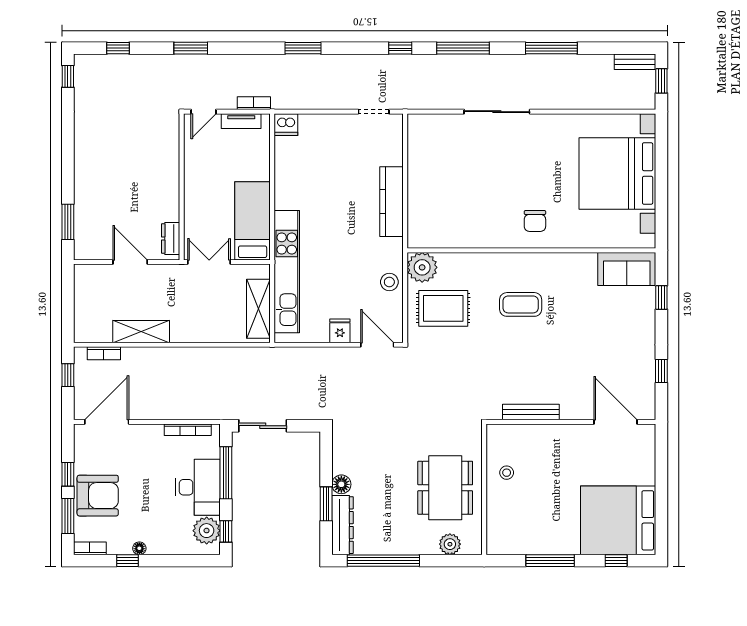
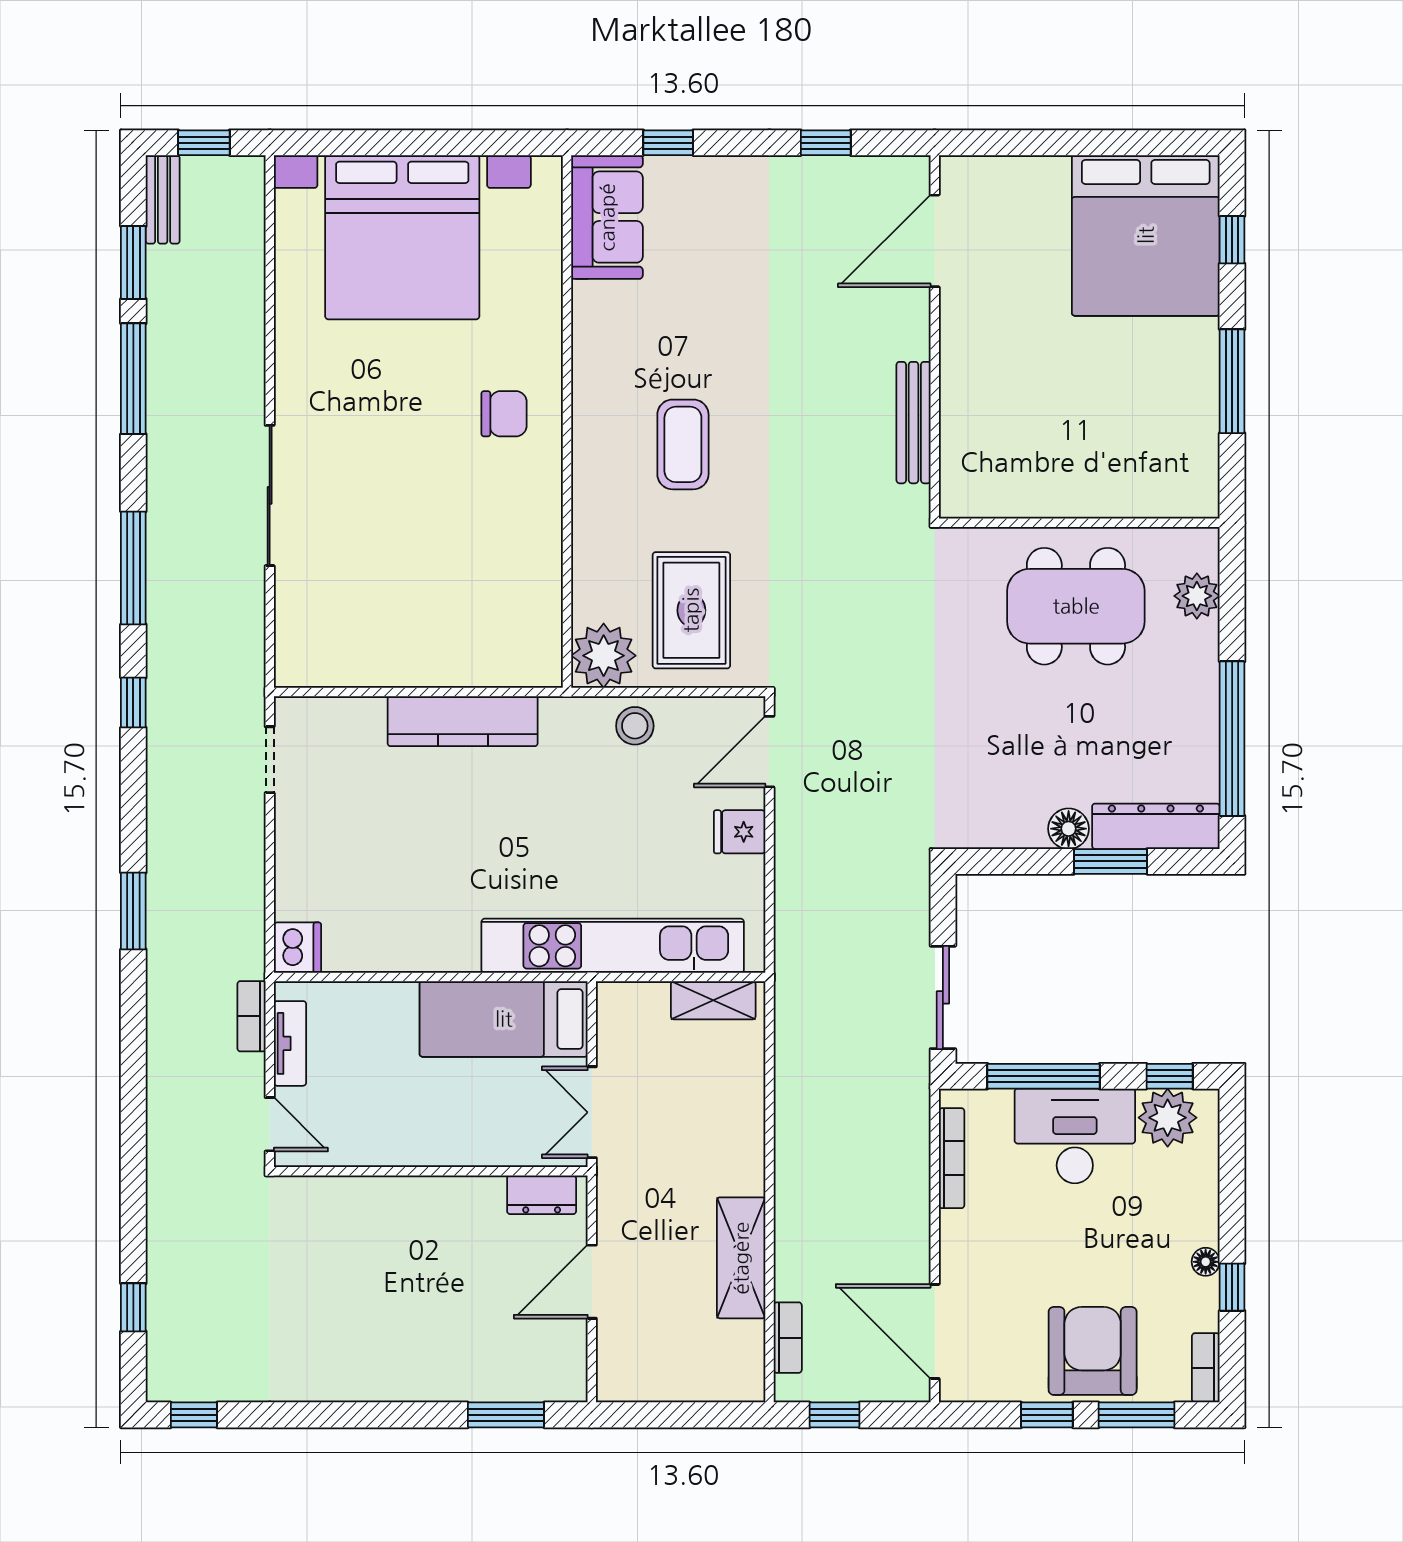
window: (191, 48) -> (133, 263), moved
shelving: (258, 309) -> (713, 1000), width x0.67, depth x0.75
stool: (507, 473) -> (1043, 475), removed

